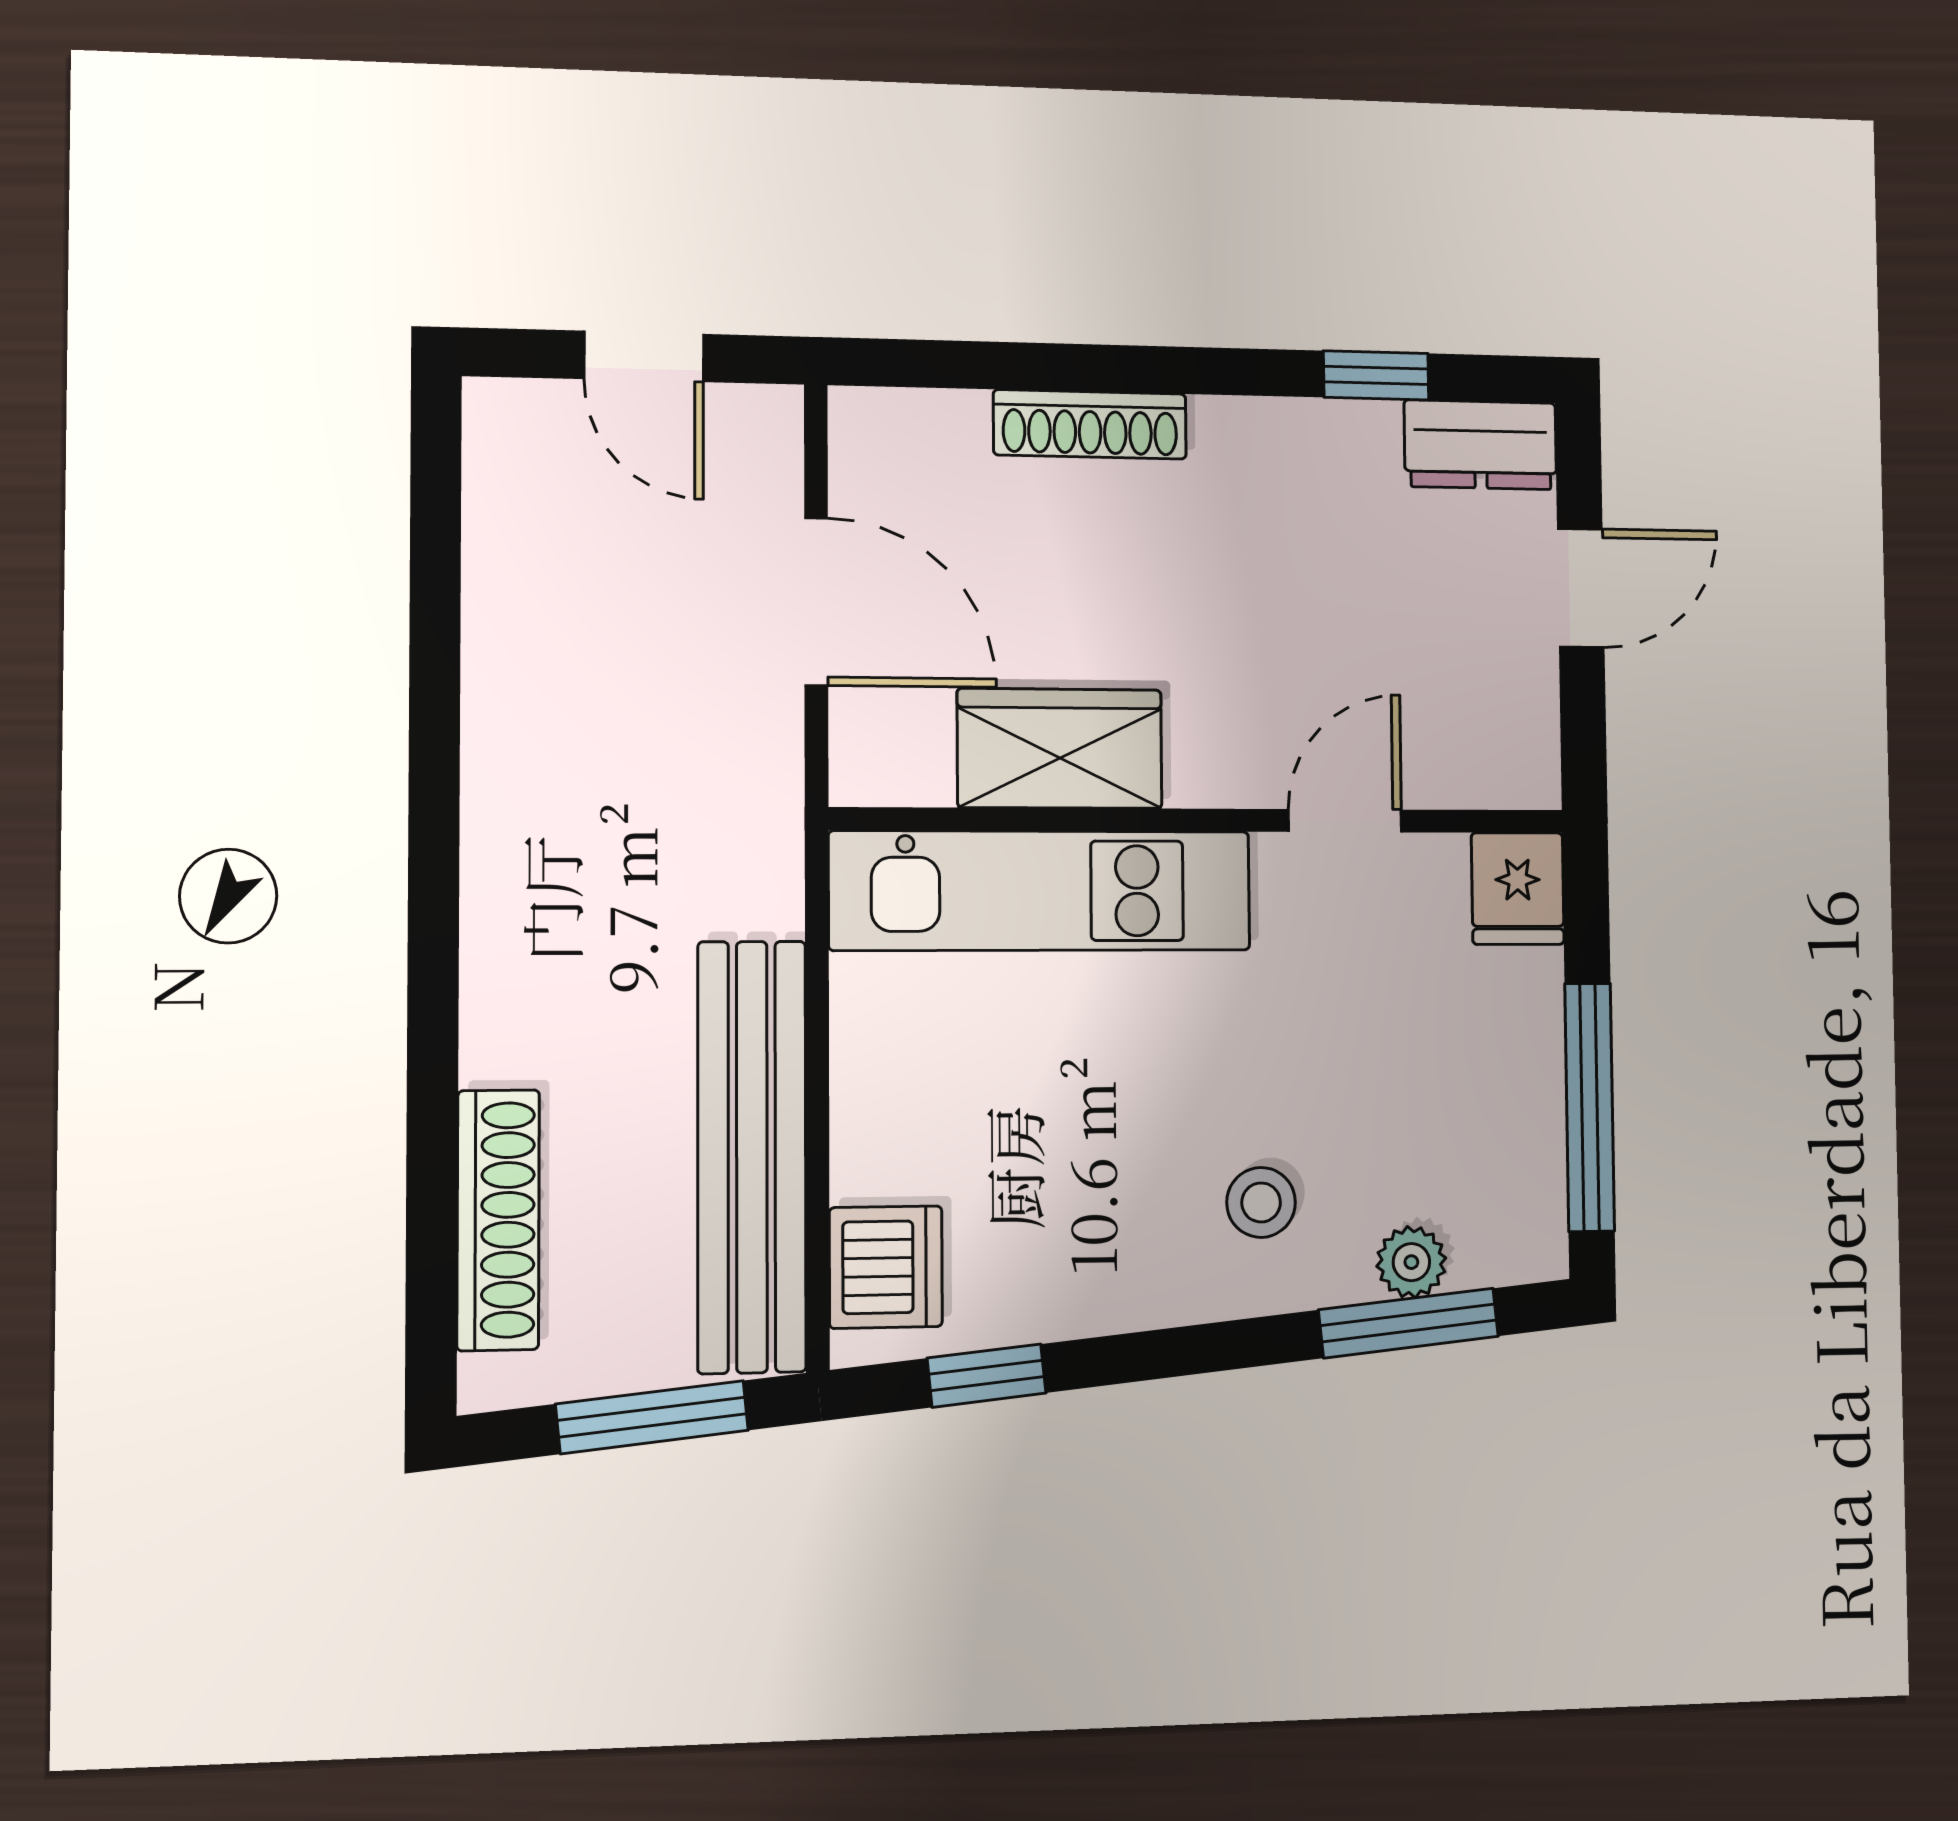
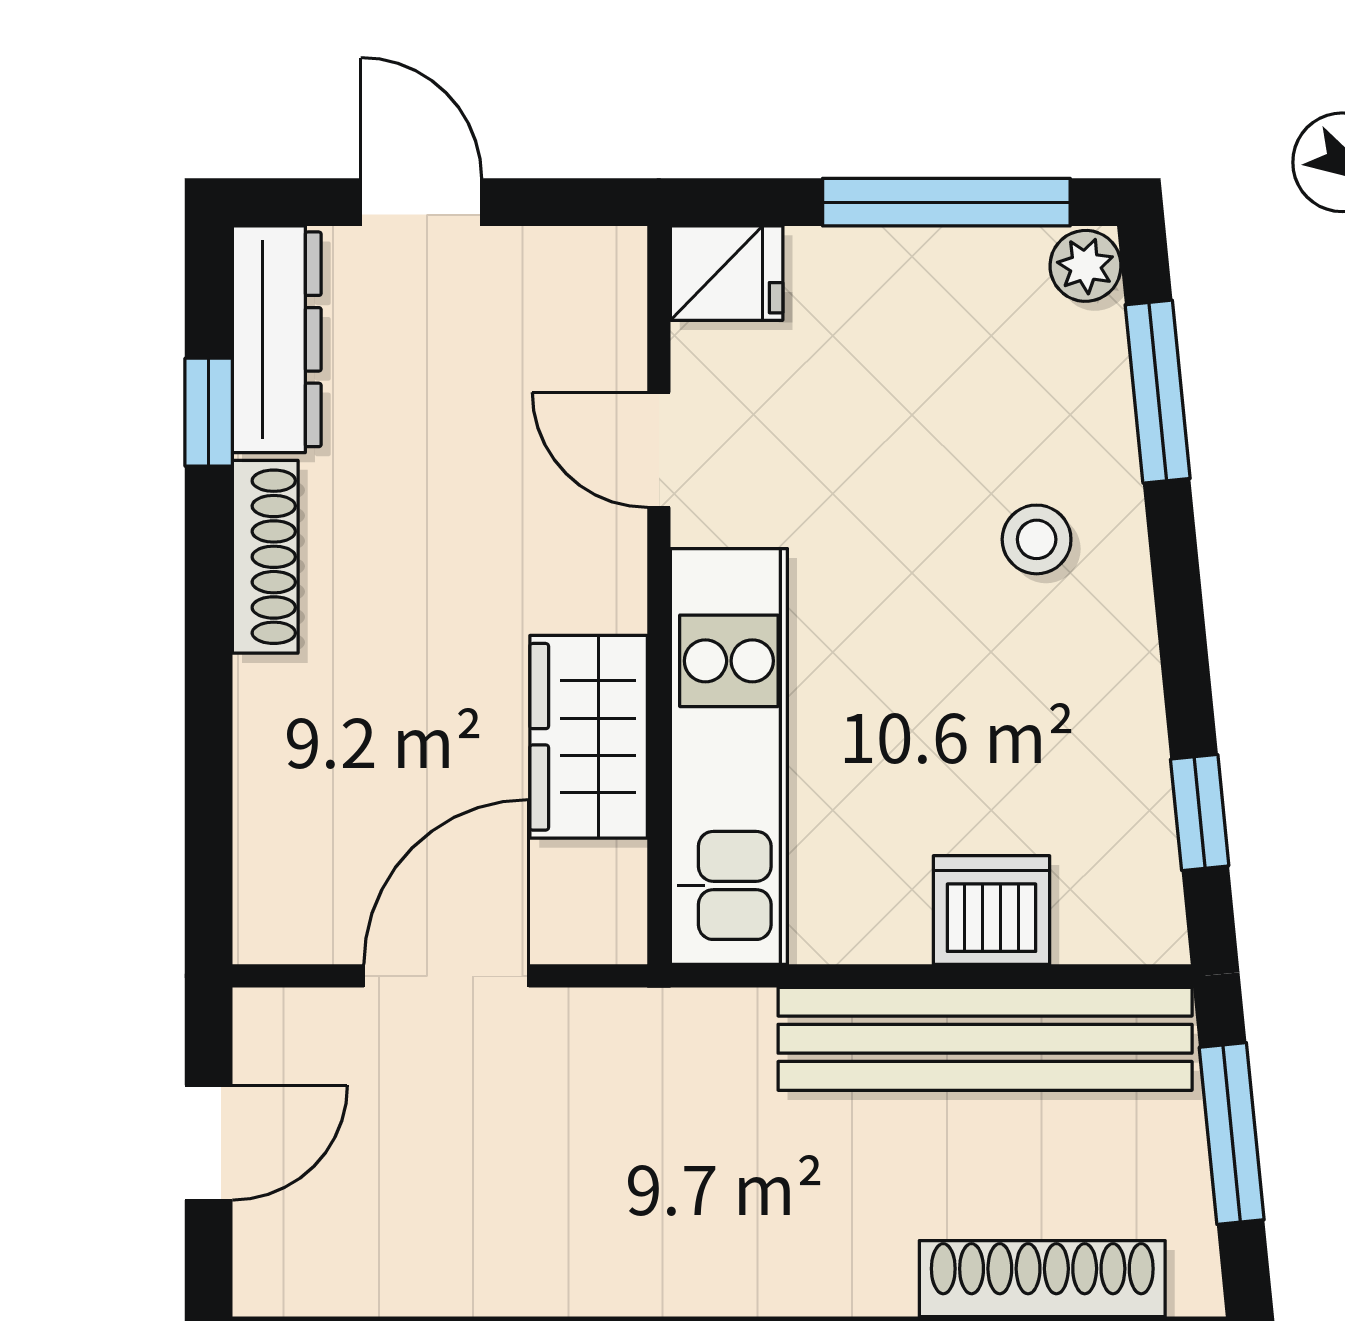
shoe rack: (1090, 424) -> (265, 557), moved
dresser: (1481, 445) -> (277, 339), width x1.44
plant: (1411, 1262) -> (1086, 266), moved
dishwasher: (886, 1267) -> (992, 910), moved

